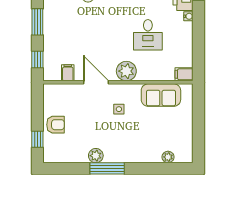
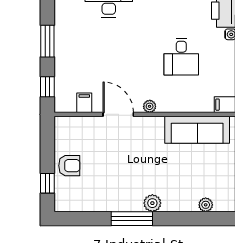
plant: (126, 71) -> (150, 106), width x0.53, depth x0.53
sofa: (161, 95) -> (197, 130), width x1.36
side table: (119, 109) -> (146, 147), removed
plant: (96, 156) -> (152, 203), moved

